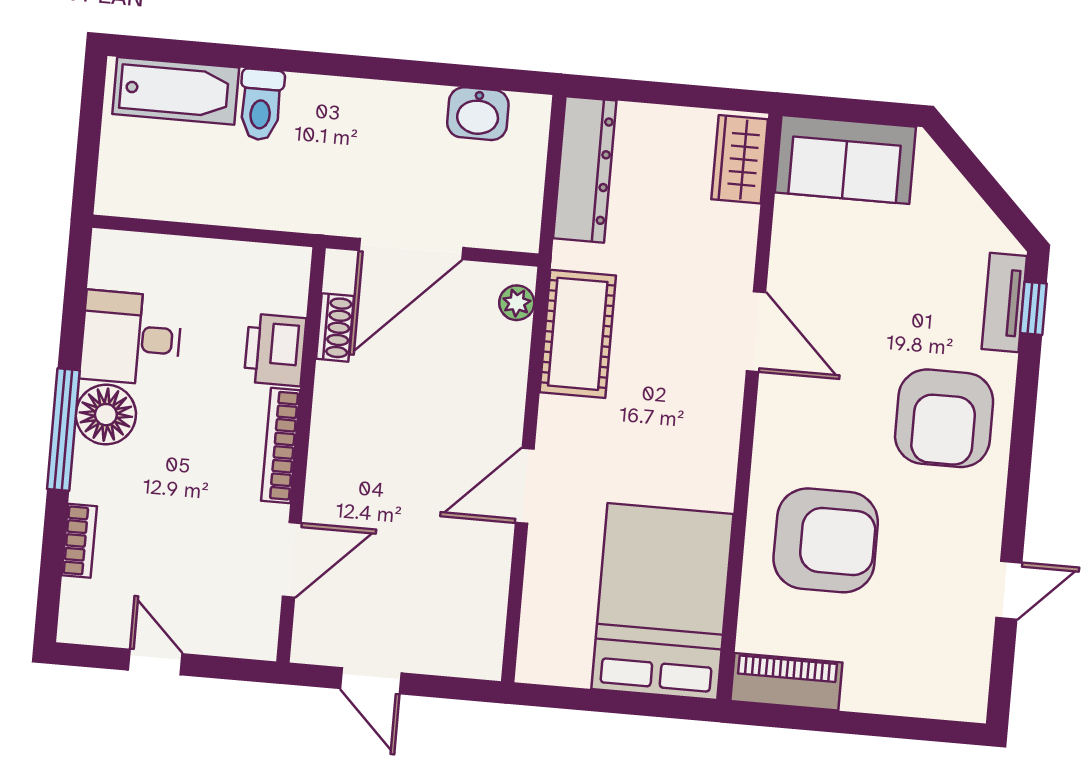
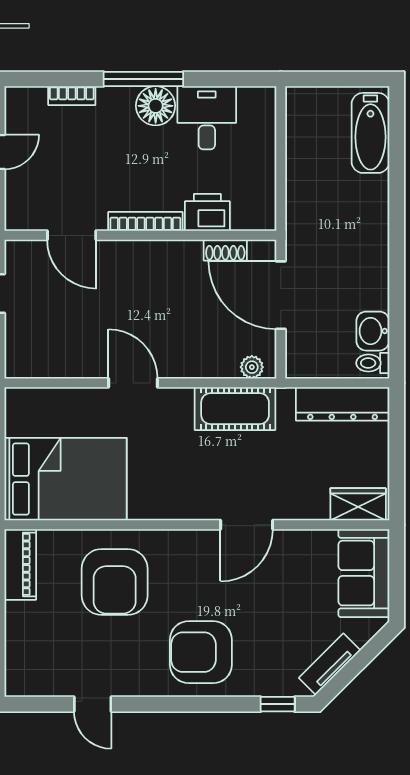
toilet: (261, 105) -> (373, 363), moved, width x0.73, depth x0.72
tv unit: (1004, 302) -> (330, 664), moved, turned -45

